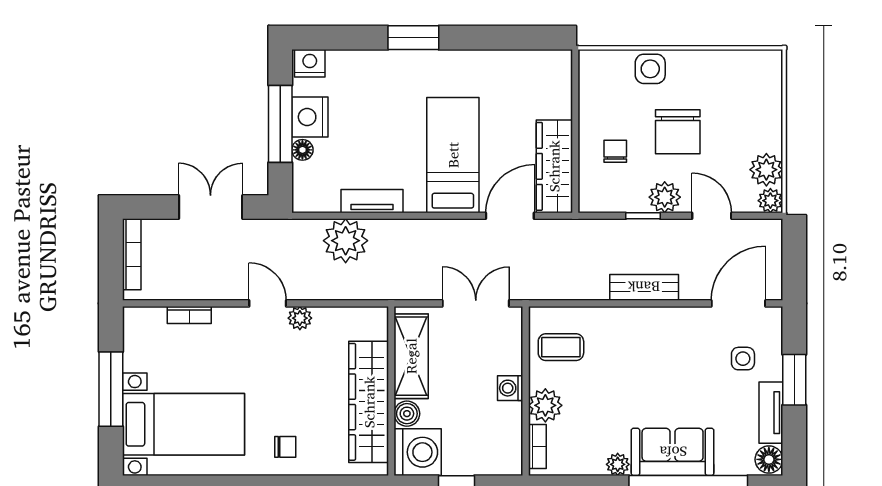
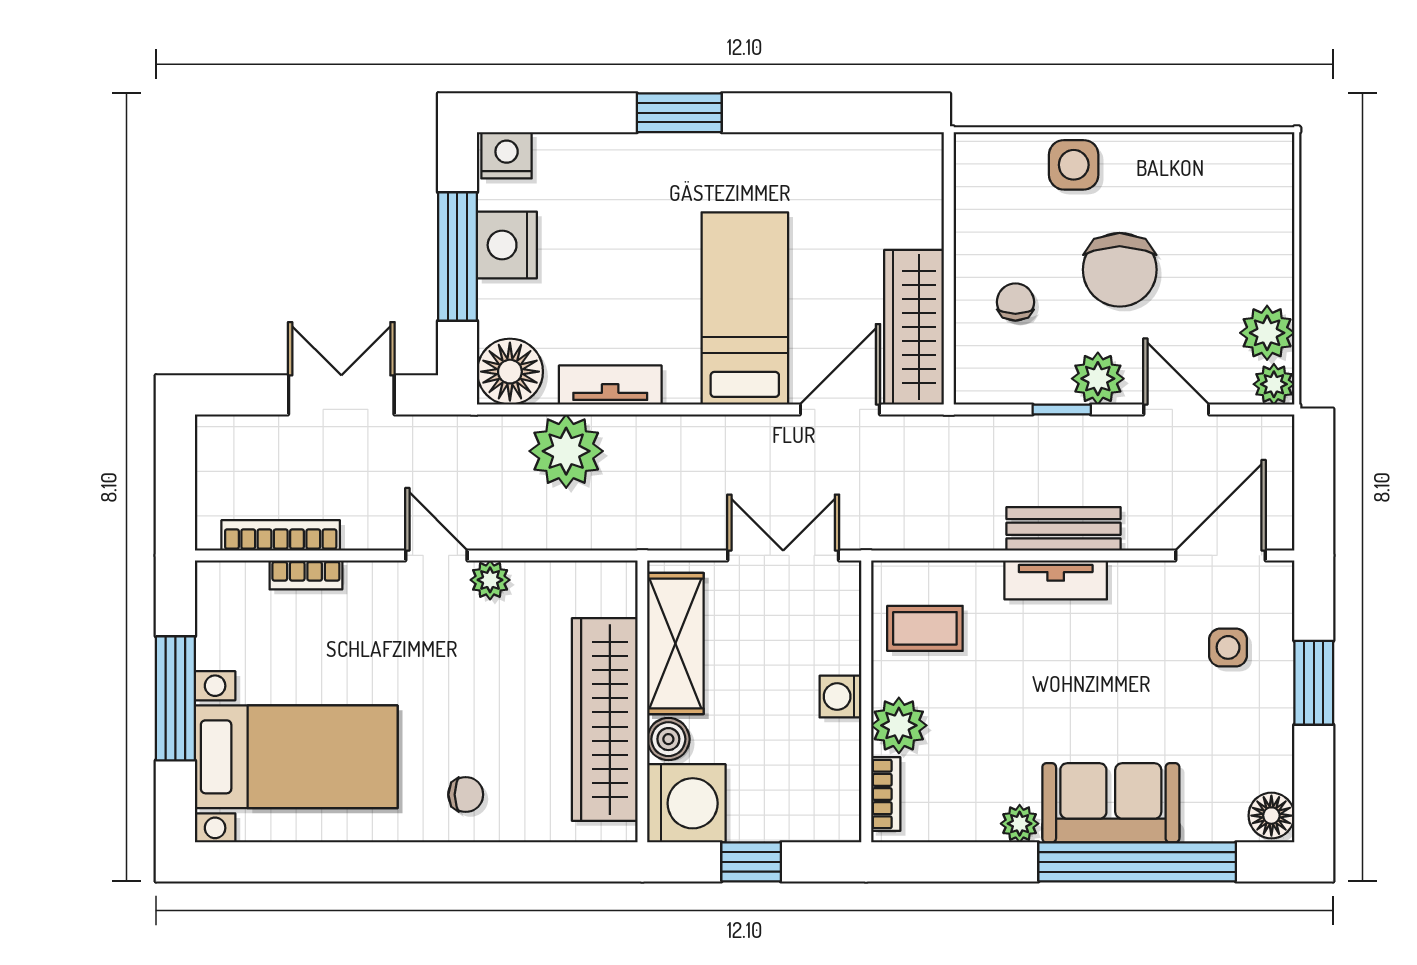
floor lamp: (302, 150) -> (510, 372), moved, width x1.89, depth x1.89
bookcase: (132, 254) -> (281, 535), moved, turned -90
tv unit: (771, 413) -> (1056, 580), moved, turned -90

